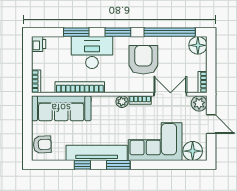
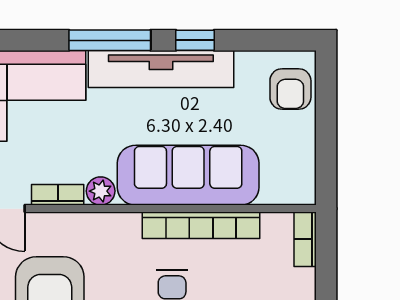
sofa: (61, 108) -> (188, 175), moved
armchair: (42, 144) -> (290, 89), turned -88
window: (118, 165) -> (110, 40), width x1.44

